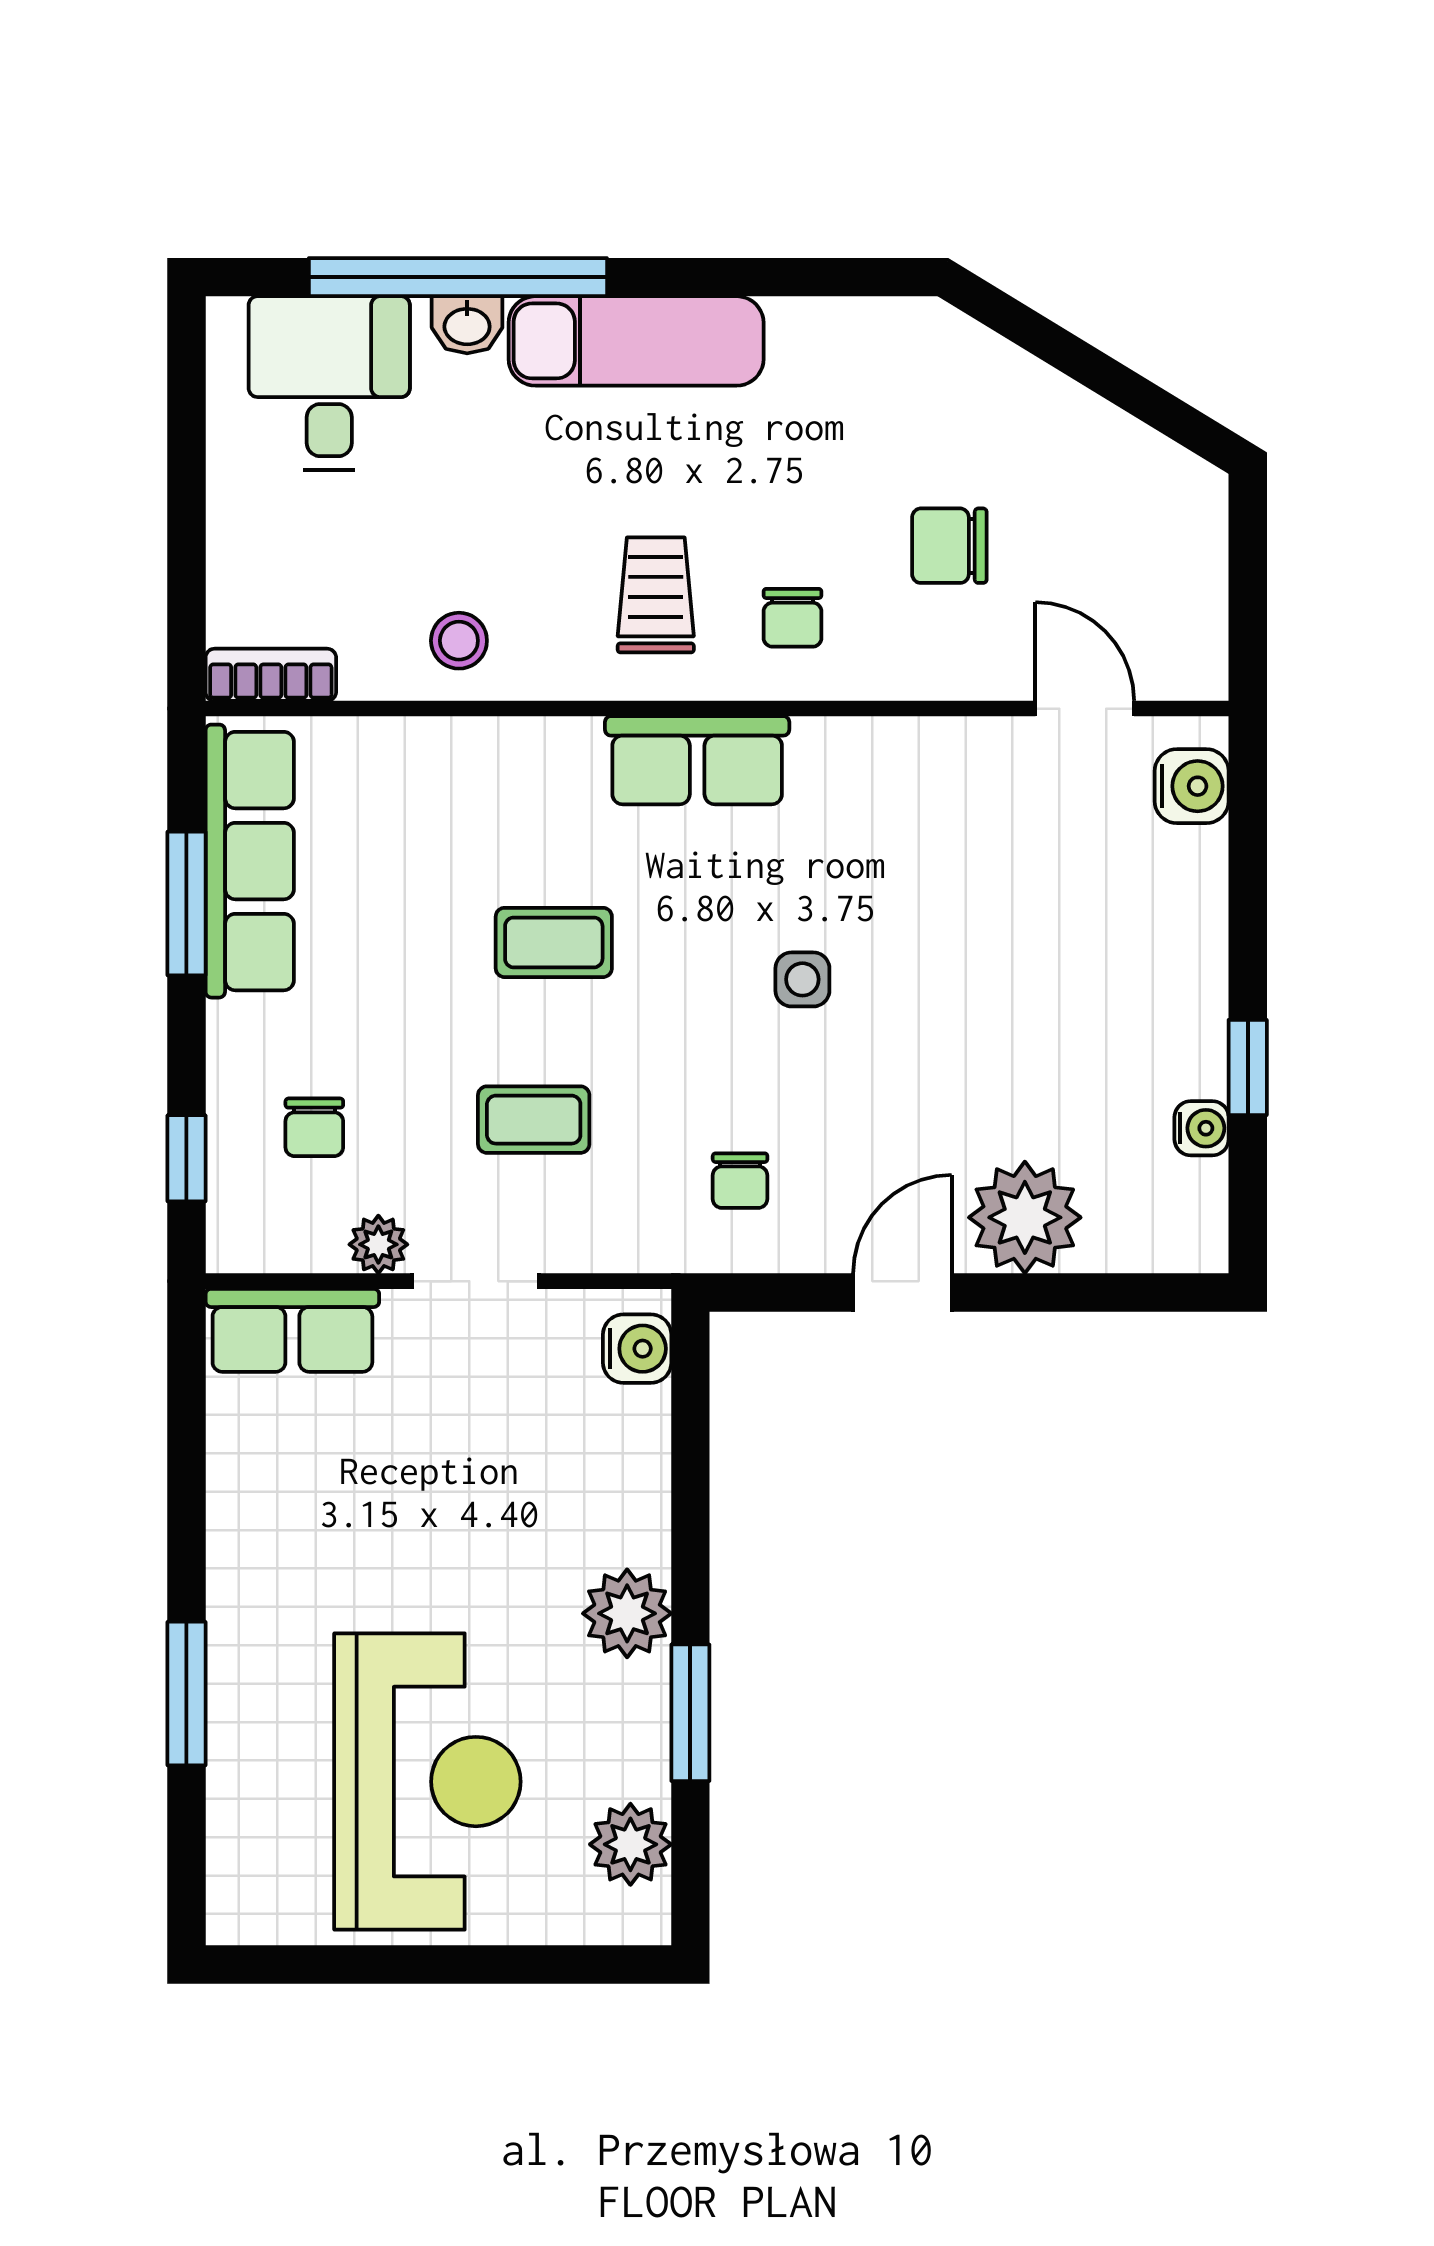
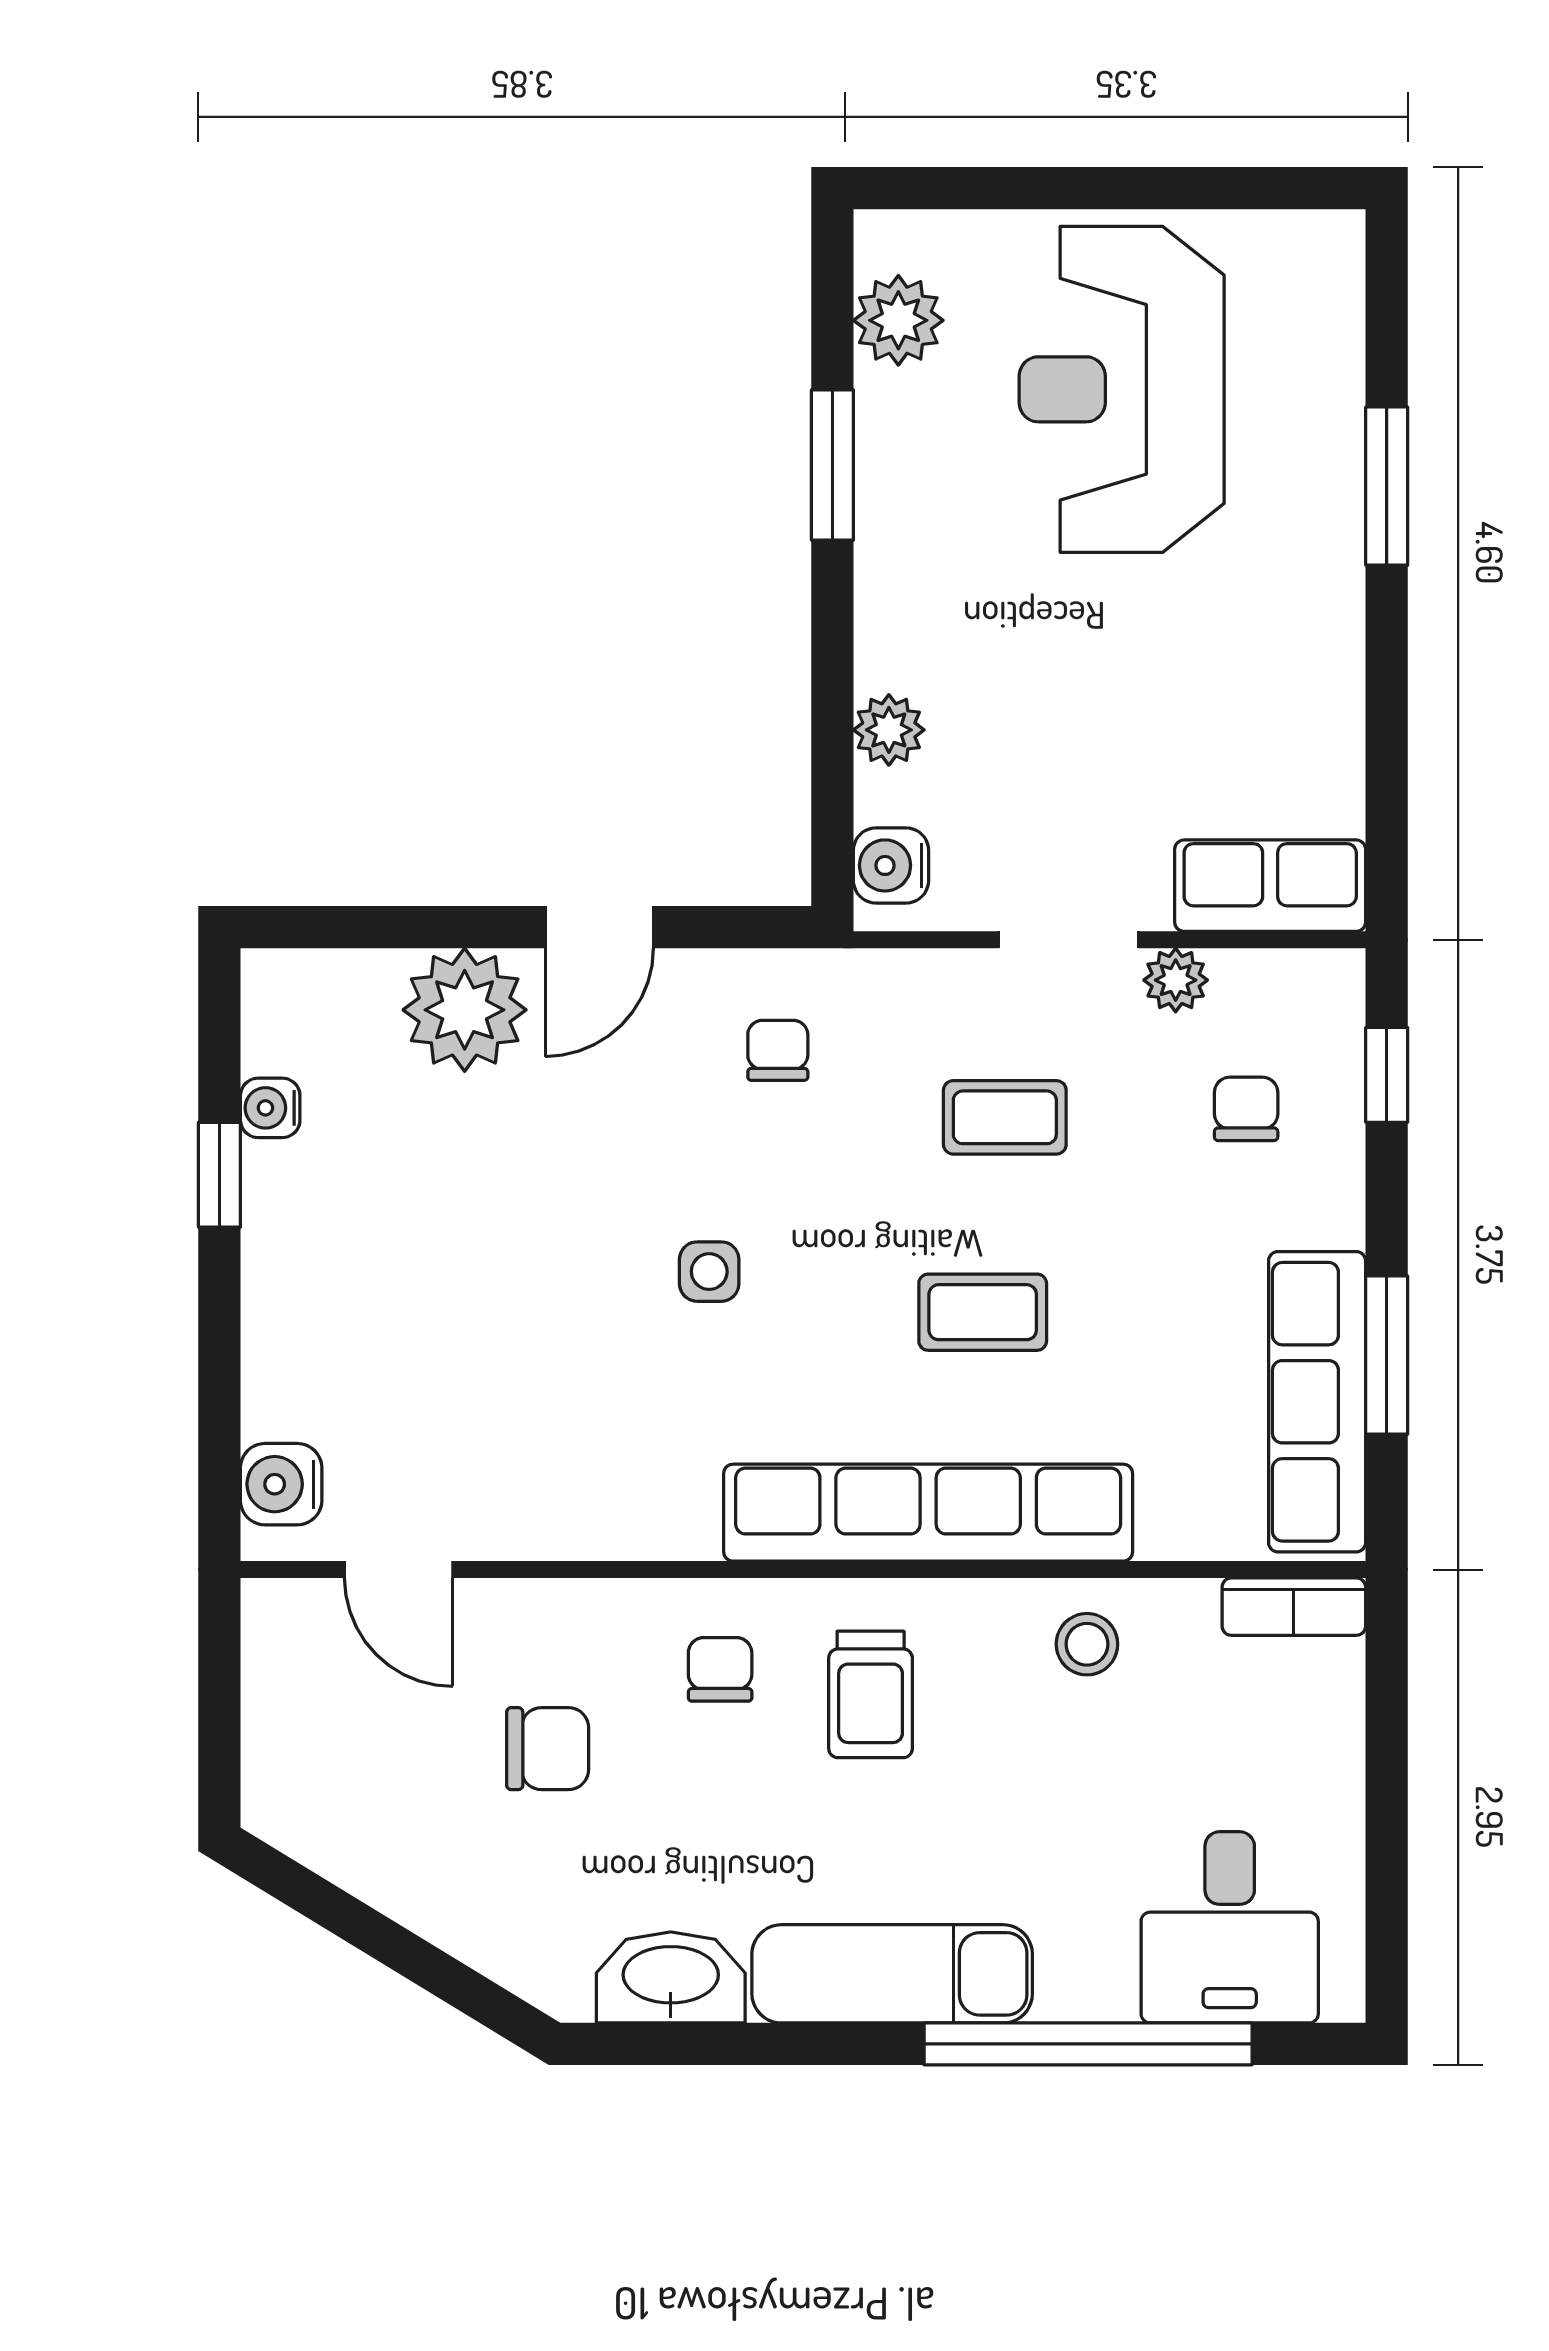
washbasin: (467, 325) -> (671, 1977), moved, width x1.91, depth x1.45
row of seats: (697, 760) -> (928, 1513), width x2.02
plant: (627, 1613) -> (889, 730), moved, width x0.73, depth x0.73

